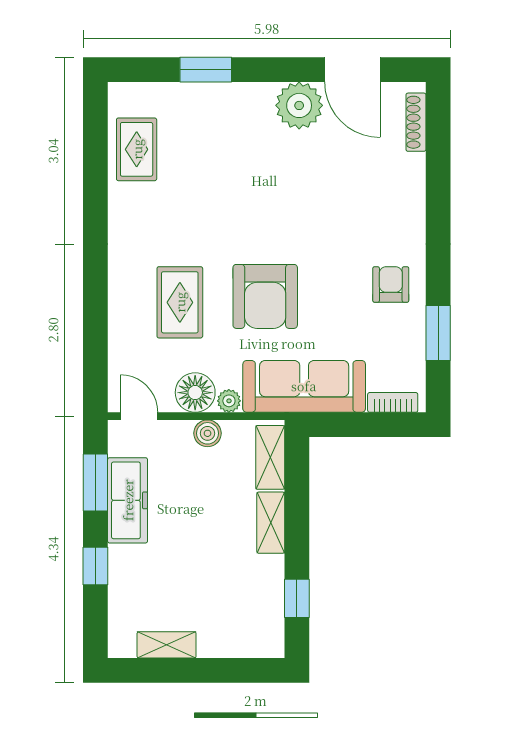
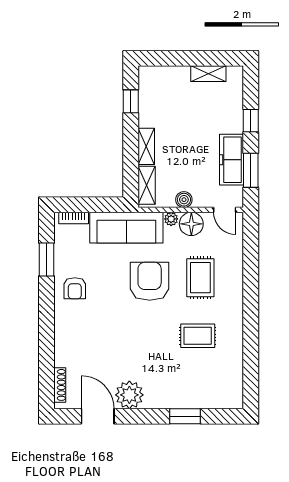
rug: (137, 149) -> (198, 336), moved, turned 90

